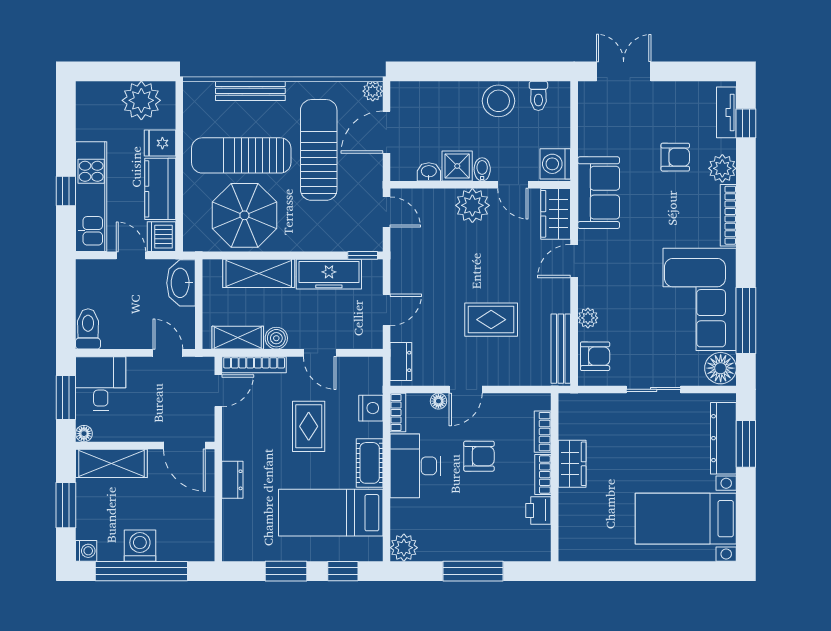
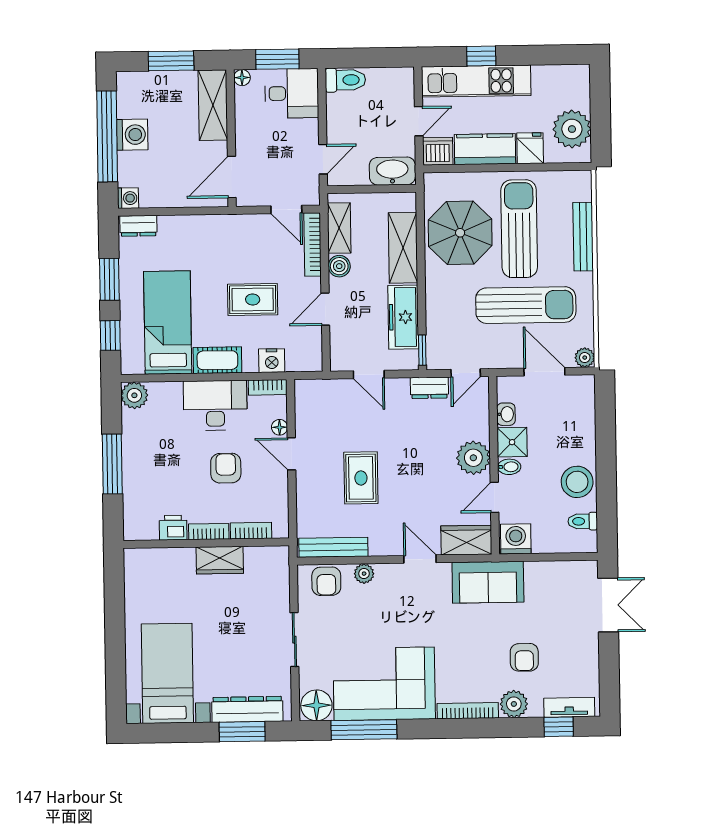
dresser: (401, 361) -> (429, 388), moved
armchair: (479, 456) -> (226, 468), turned 180
dresser: (232, 480) -> (138, 226), moved
washing machine: (86, 551) -> (128, 198), moved, turned -90

